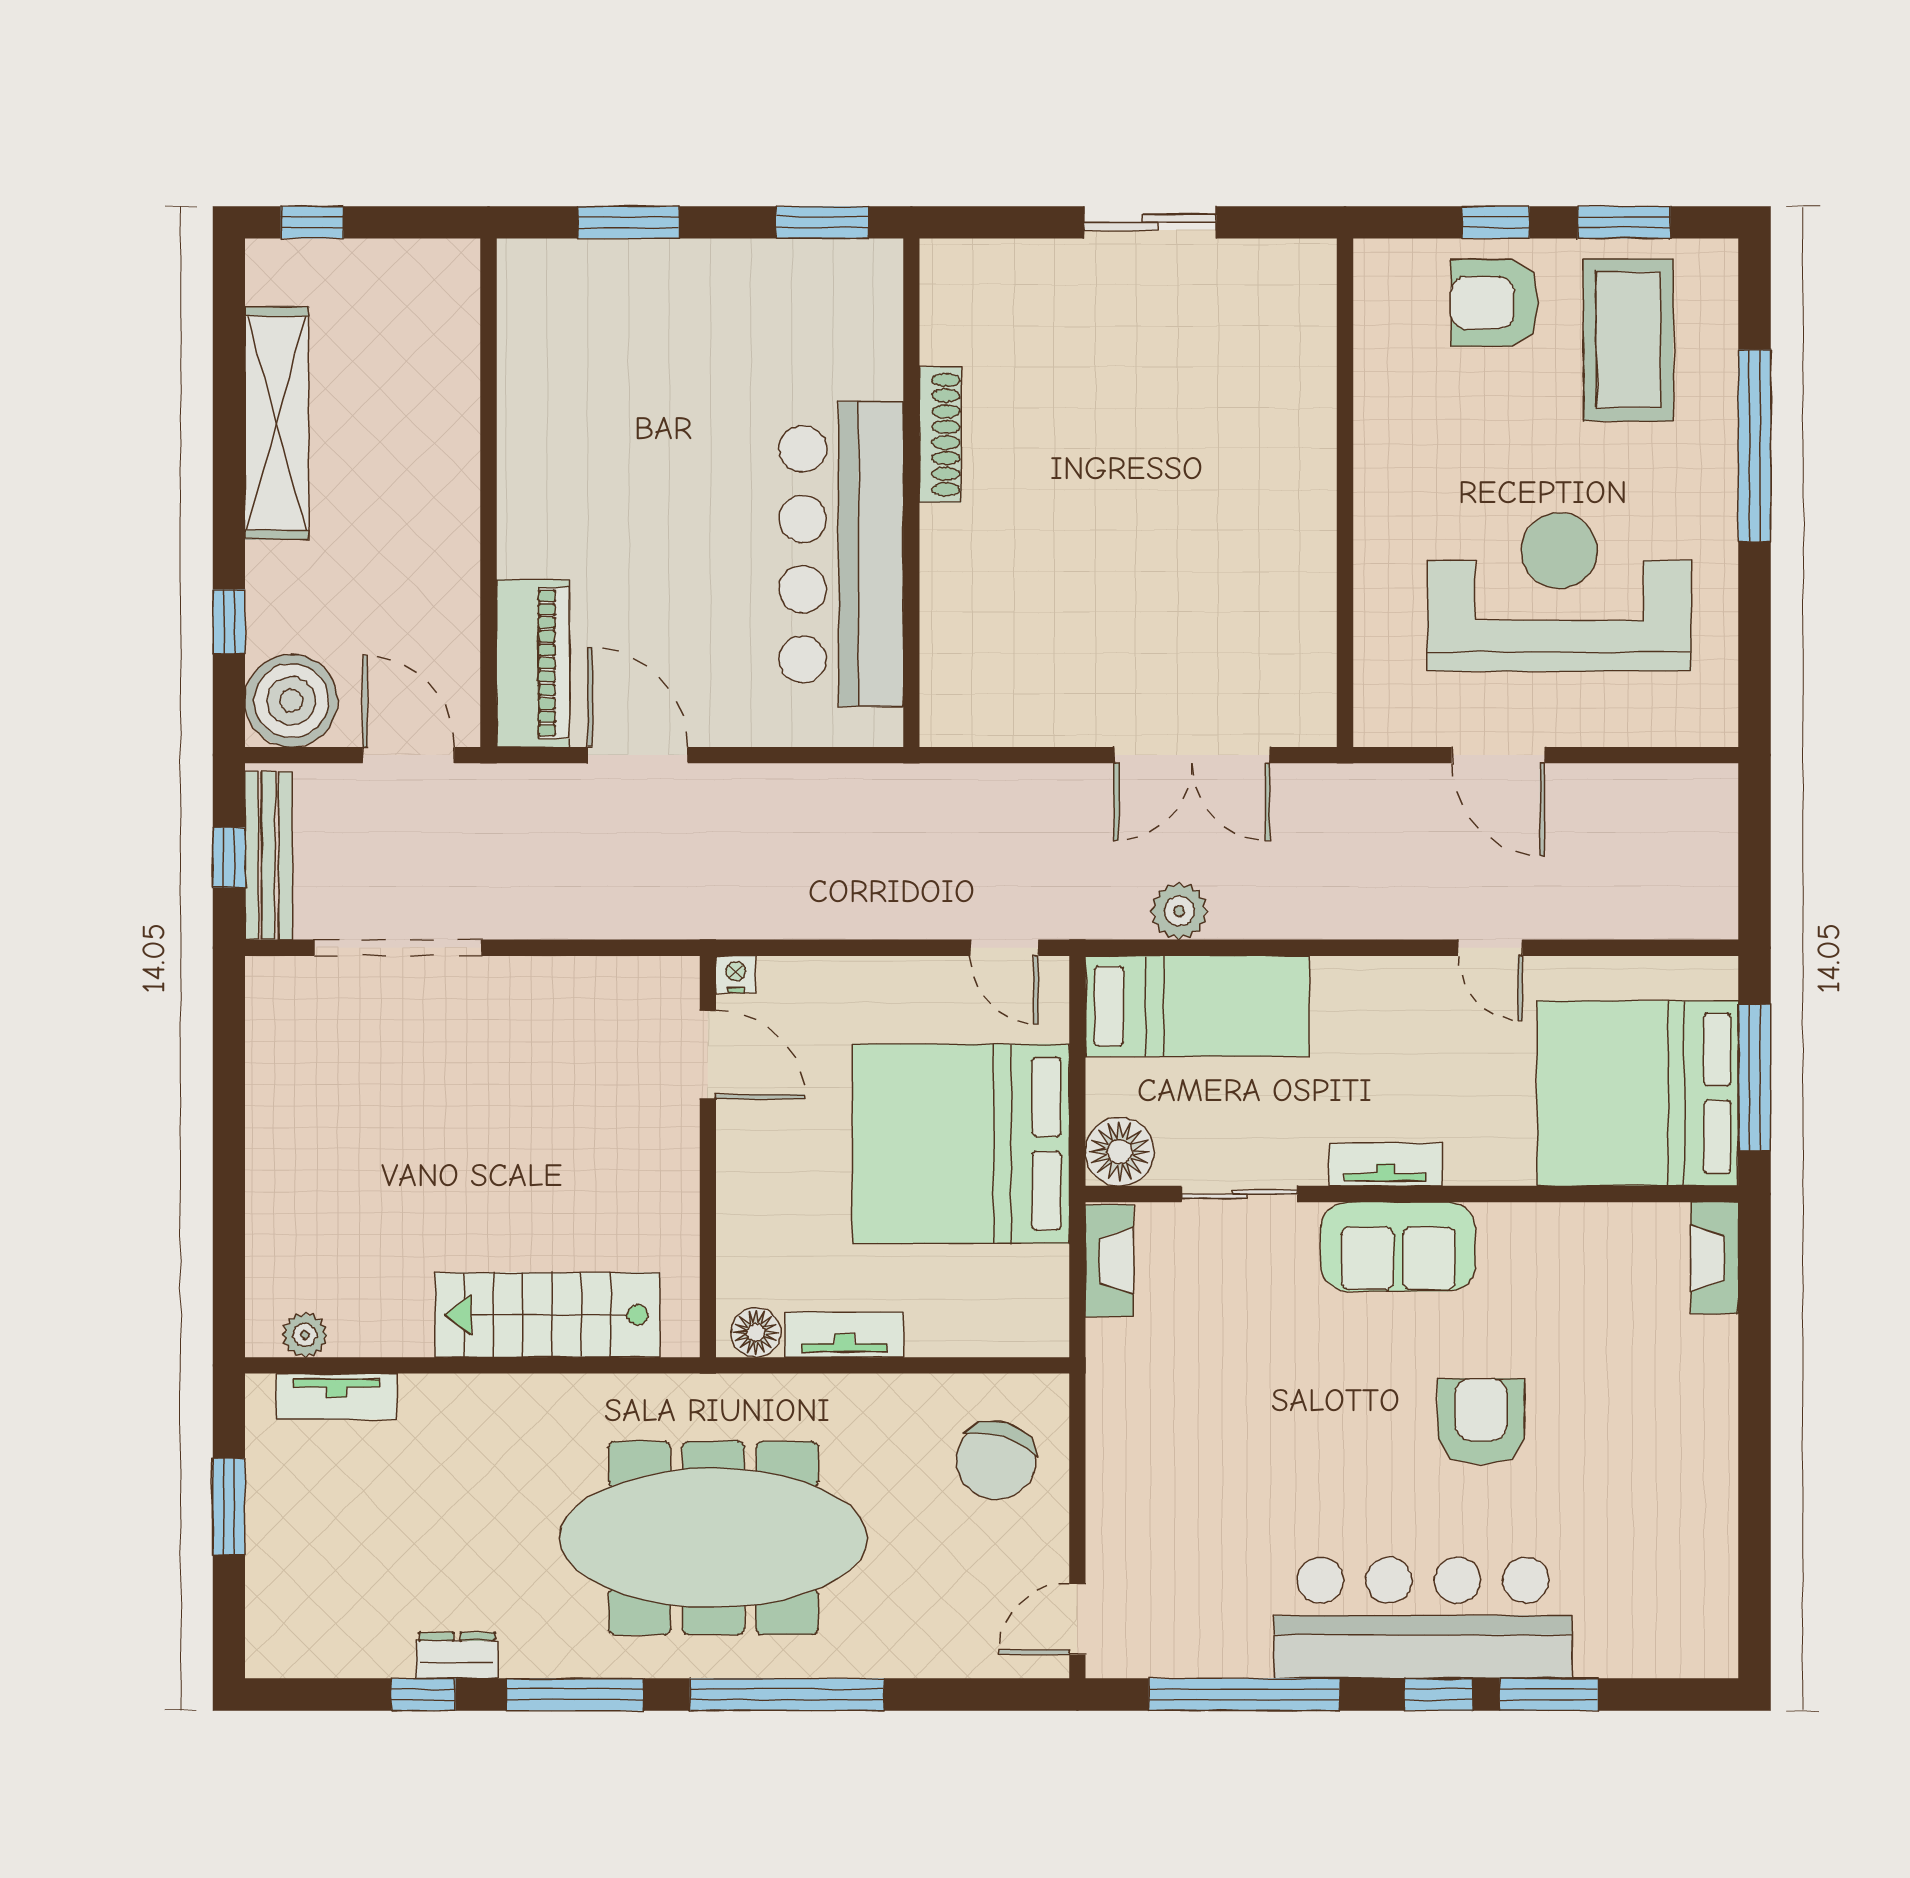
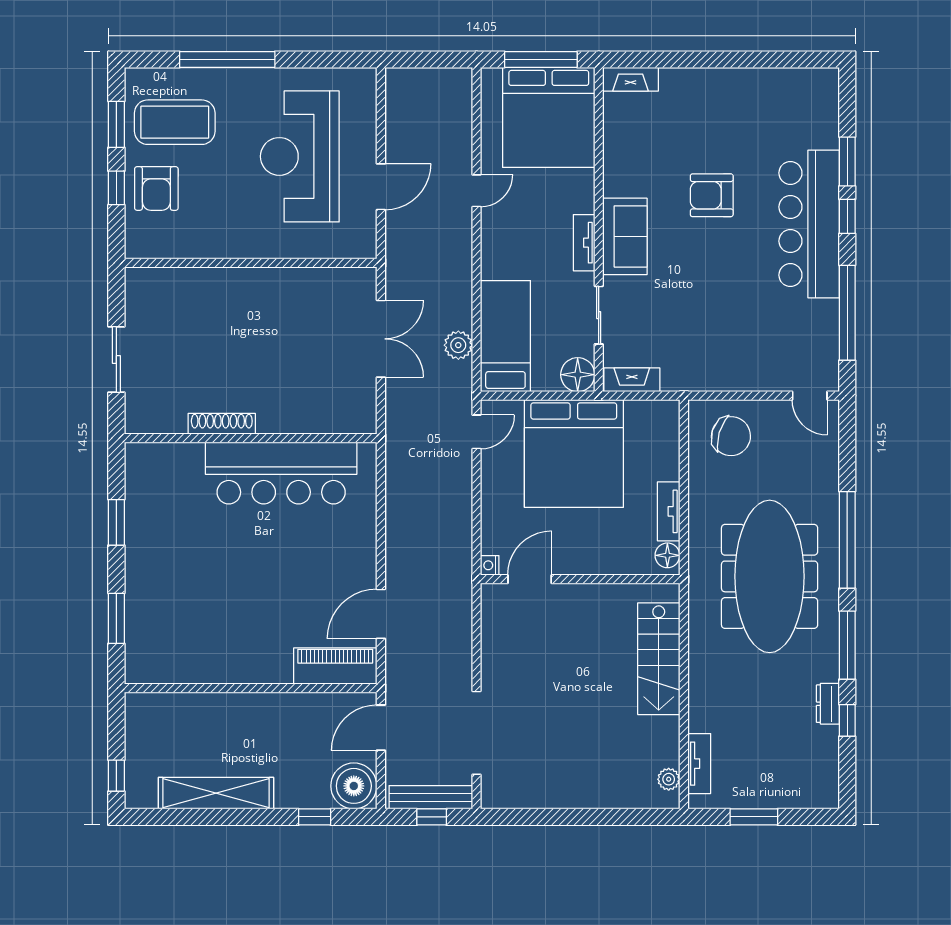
shoe rack: (940, 435) -> (222, 424), moved
wall: (911, 493) -> (251, 438), moved
bar counter: (841, 554) -> (281, 473), moved

